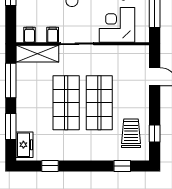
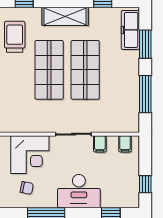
shelving: (37, 54) -> (65, 16), moved
trolley: (131, 133) -> (15, 37), turned 180
freezer: (25, 145) -> (130, 30), width x1.40

